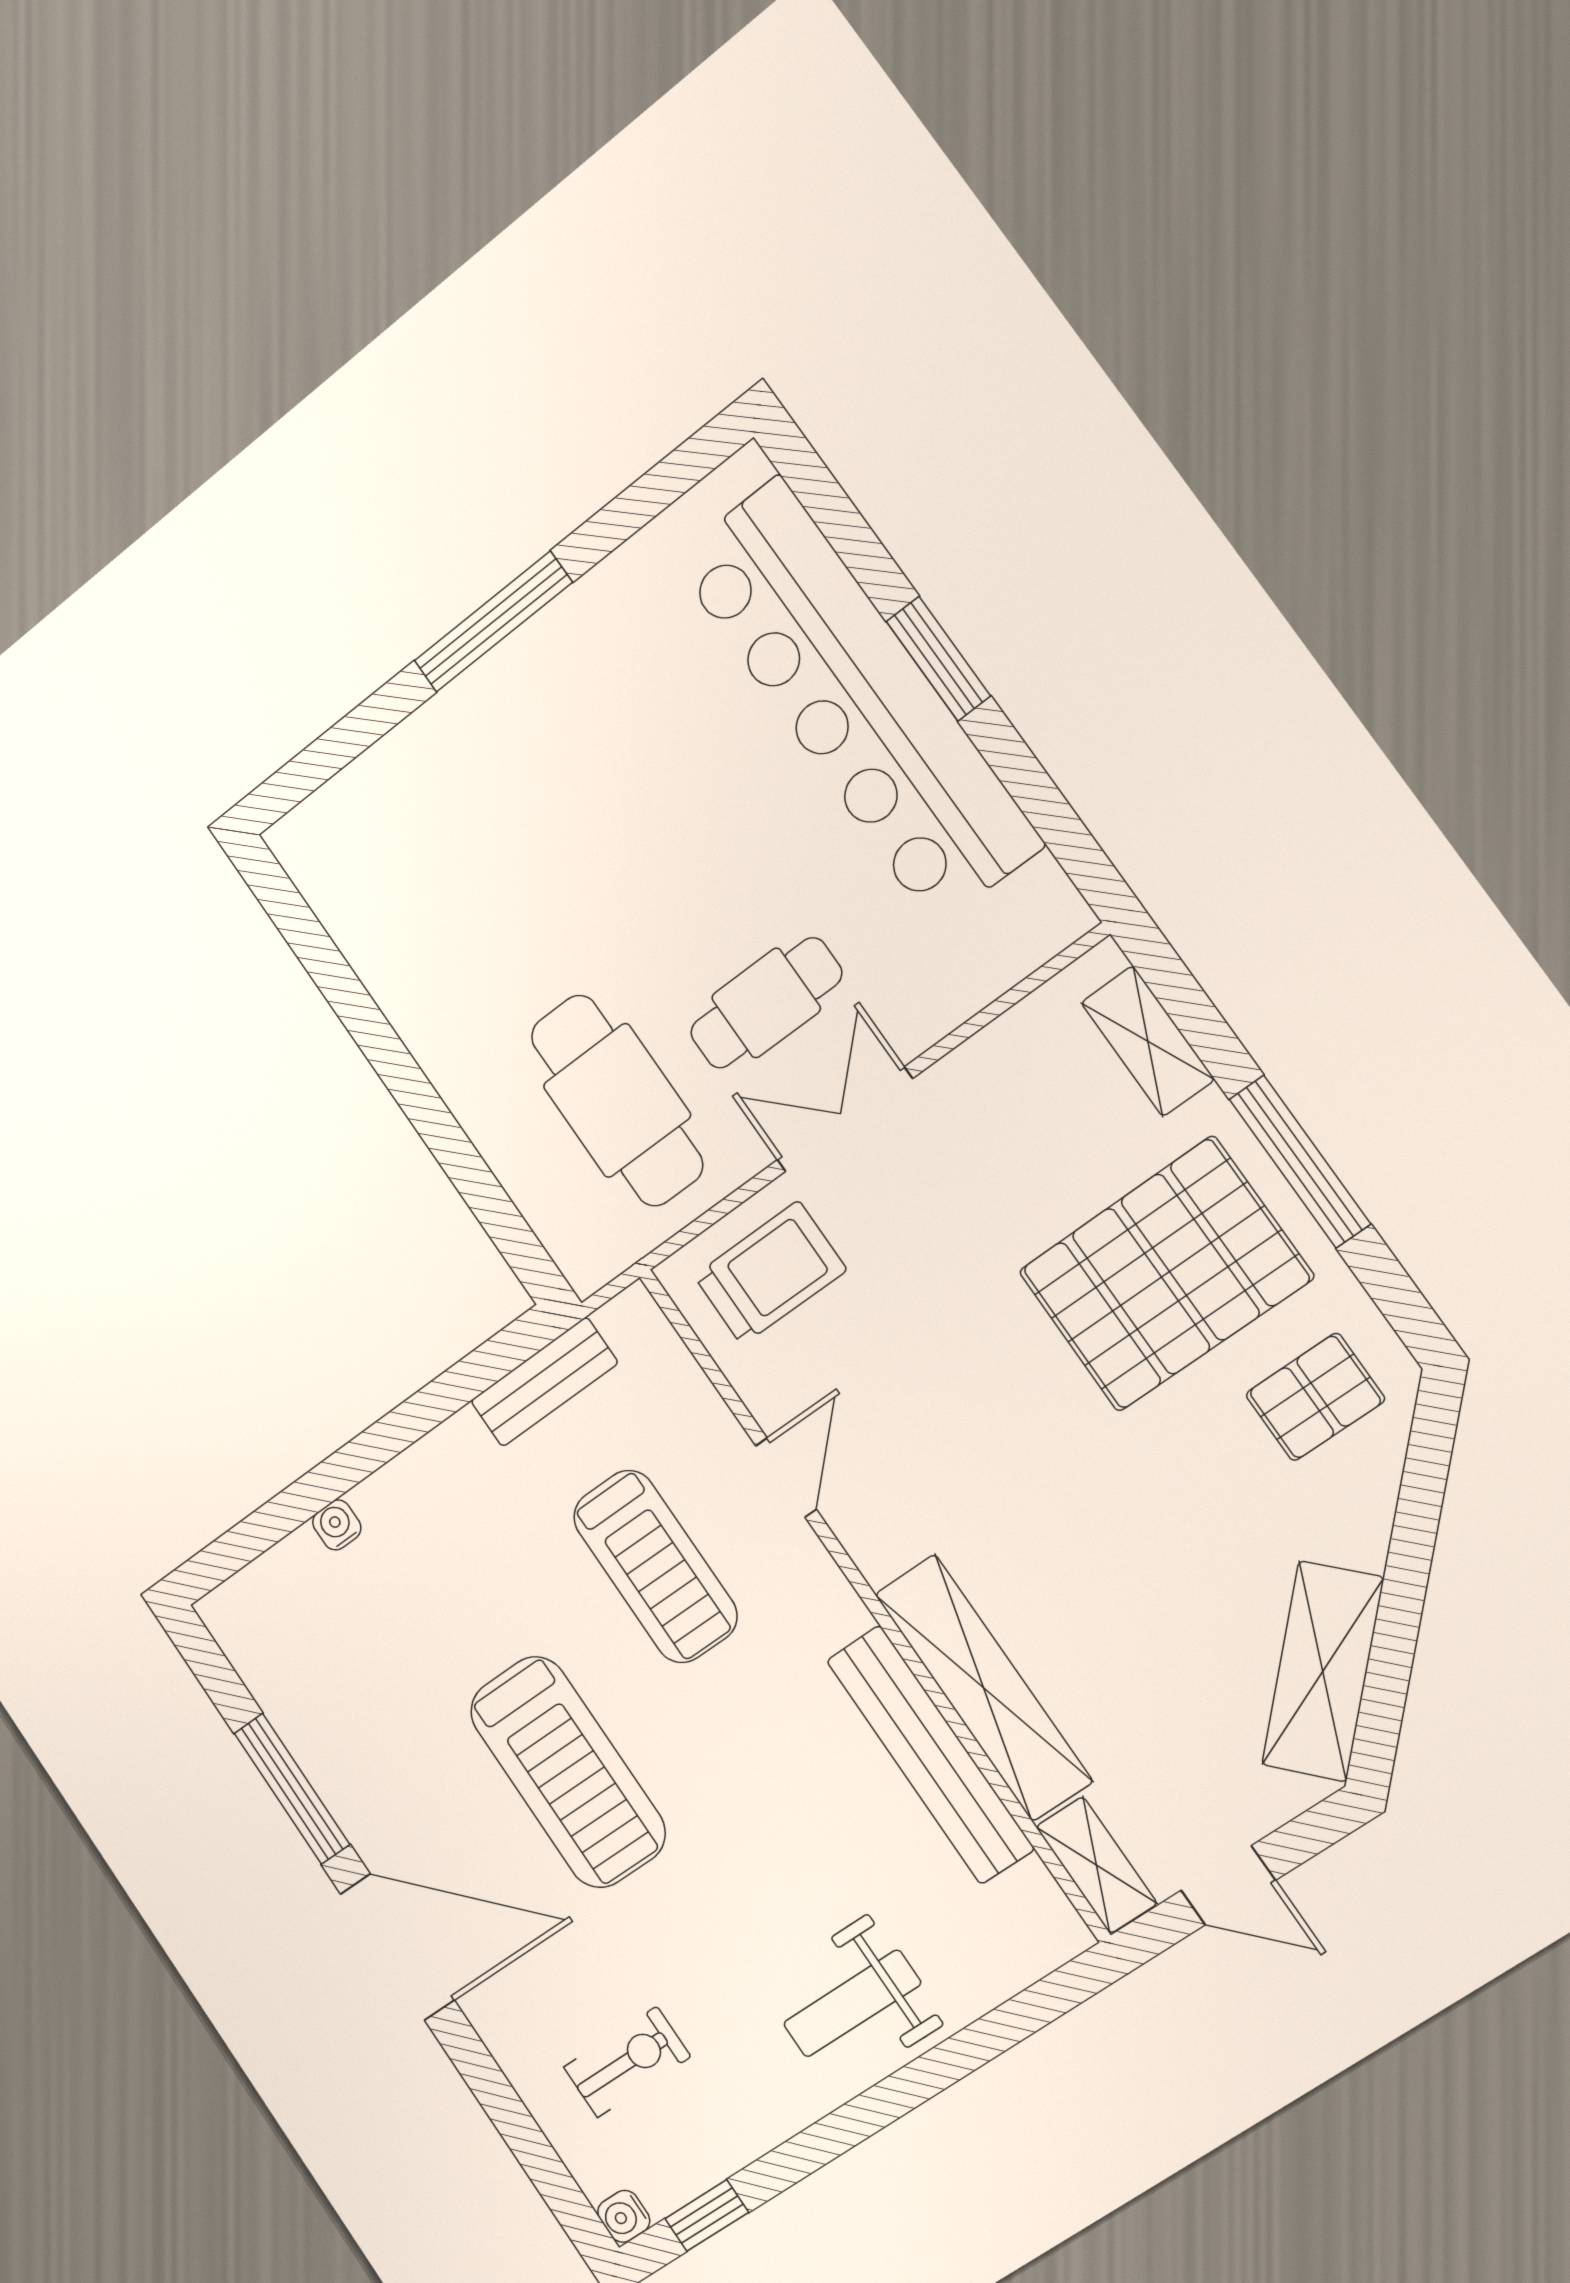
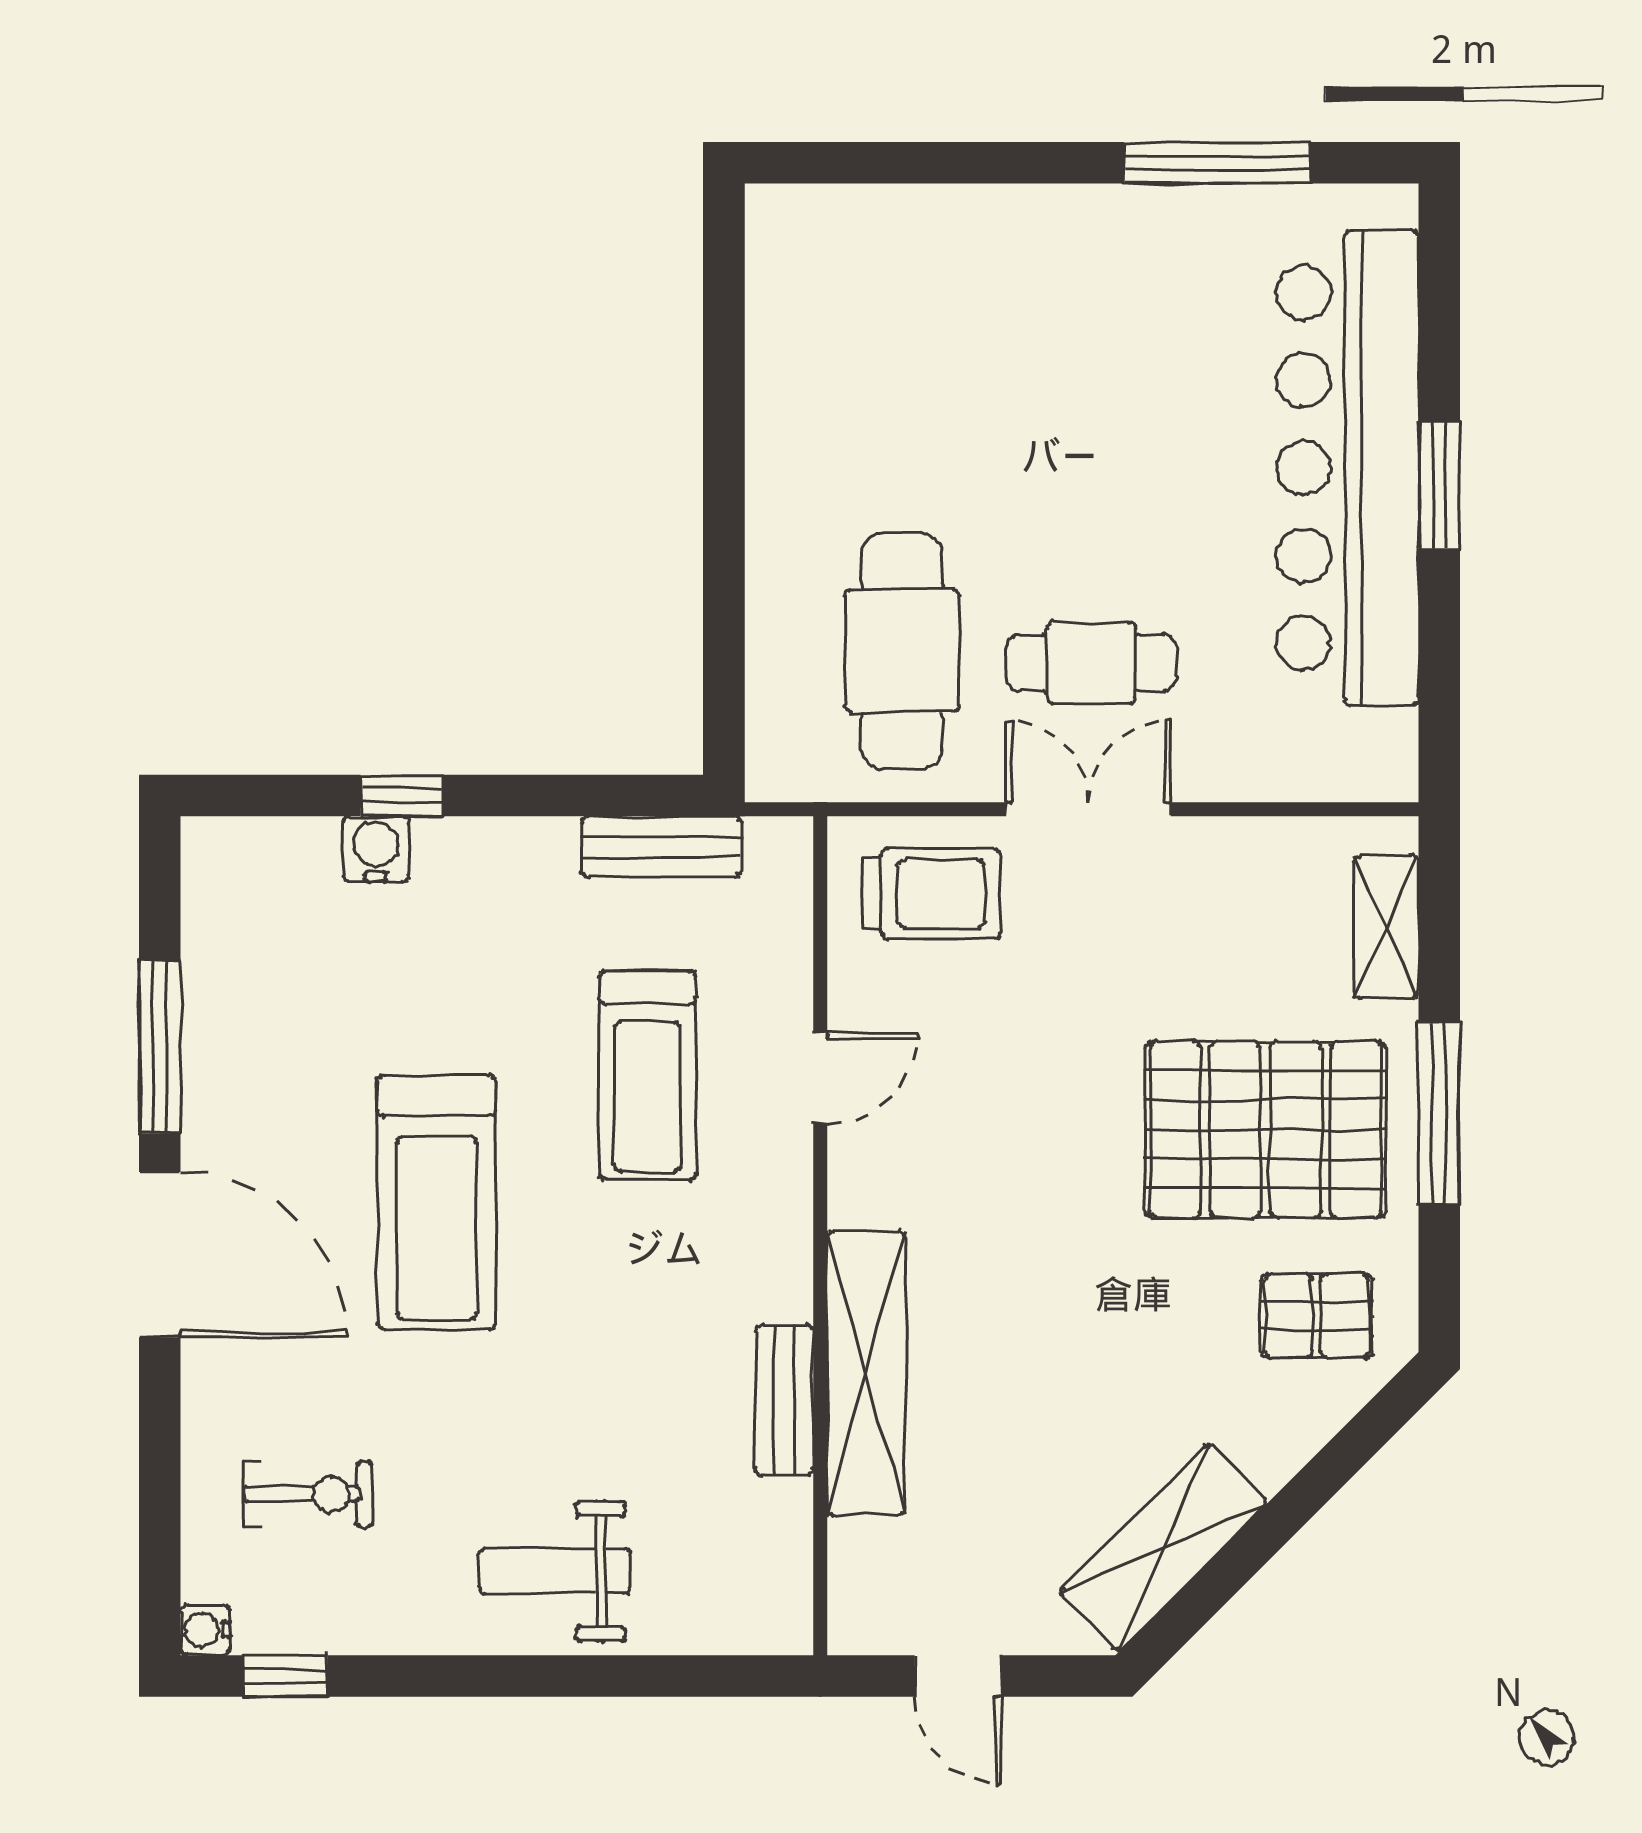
window: (493, 622) -> (1217, 163), moved
window: (332, 1478) -> (401, 796), added
water cooler: (337, 1525) -> (376, 849), width x1.38, depth x1.38
bench: (930, 1755) -> (784, 1400), width x0.54, depth x0.82
shelving: (1096, 1865) -> (857, 1587), removed

